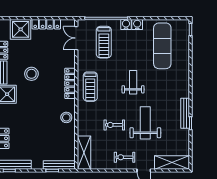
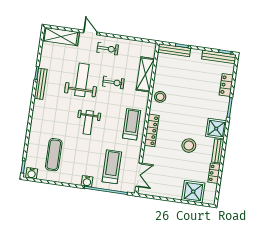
locker: (46, 24) -> (167, 193), removed
water cooler: (137, 24) -> (32, 173), moved
exercise mat: (162, 46) -> (54, 155), width x0.73, depth x0.69
weight bench: (145, 123) -> (82, 80), turned 180
shelving: (84, 153) -> (145, 74), moved

